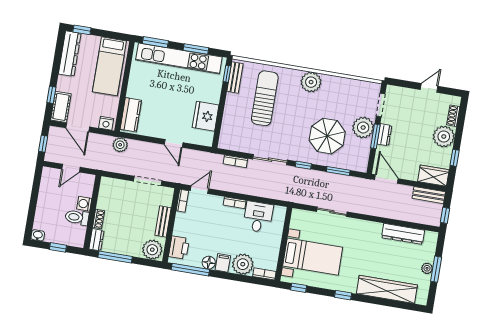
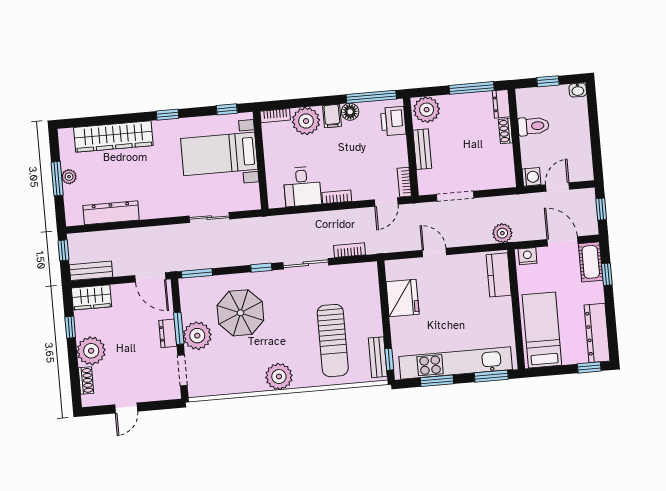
window: (338, 171) -> (197, 273), moved
washing machine: (84, 204) -> (531, 177), moved

